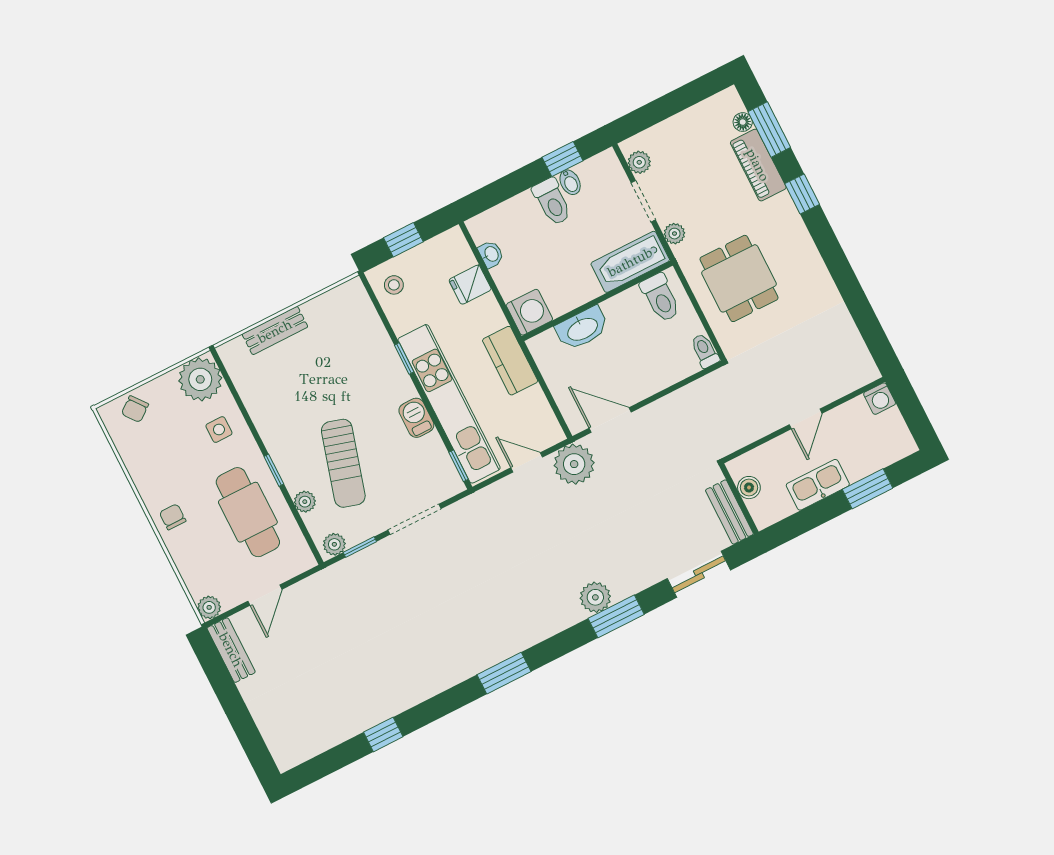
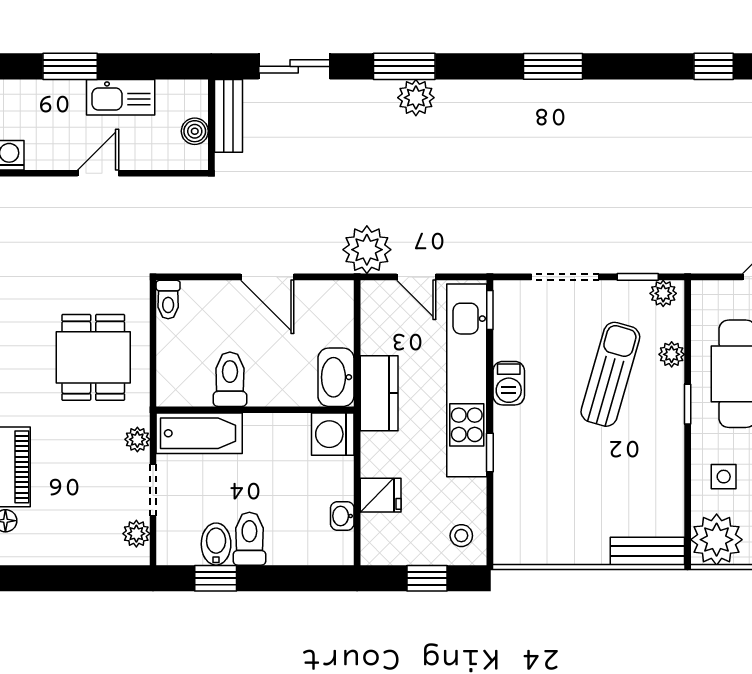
bidet: (570, 182) -> (216, 544), width x1.38, depth x1.36
toilet: (661, 298) -> (230, 379), moved
washbasin: (582, 329) -> (336, 377), moved, turned -90
bench: (275, 331) -> (647, 551), moved
door: (610, 420) -> (267, 277), moved

